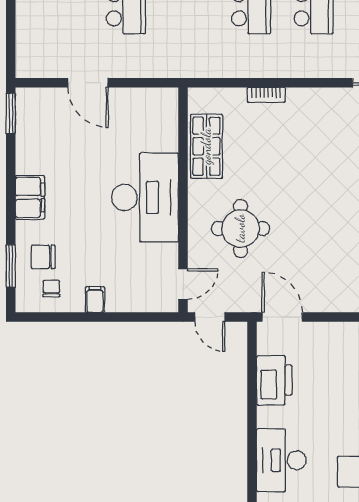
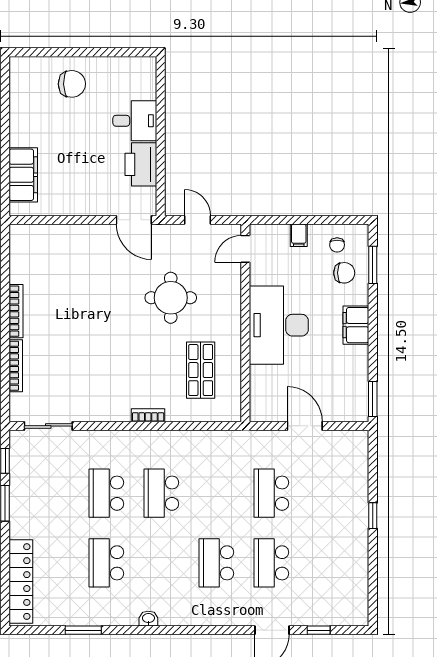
desk: (145, 197) -> (279, 325), moved
wall: (183, 200) -> (245, 323), moved
door: (183, 284) -> (245, 249), moved
desk: (281, 460) -> (135, 121), moved, width x0.73

